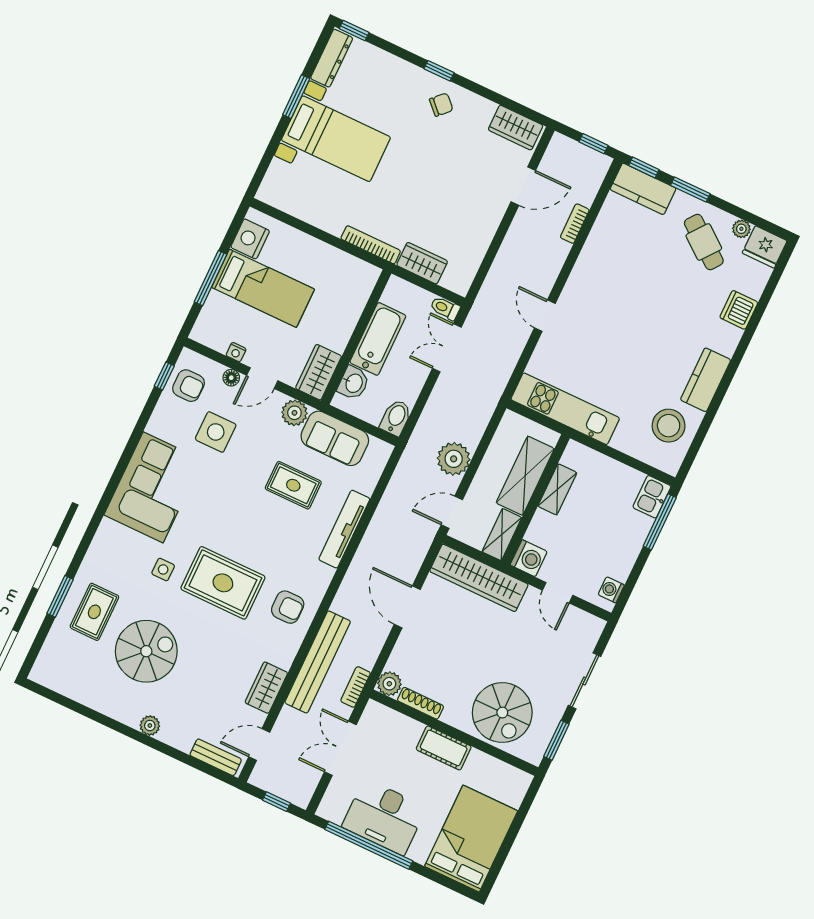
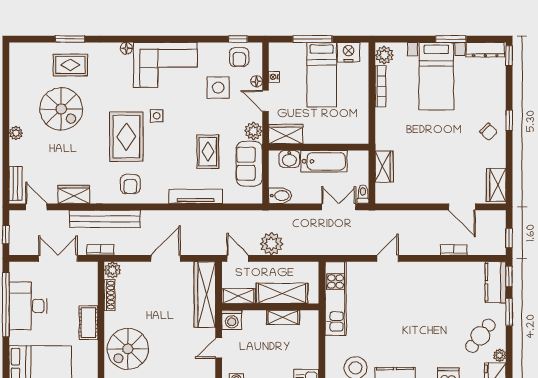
plant: (276, 194) -> (384, 55), added
bookcase: (371, 245) -> (380, 86), moved
floor lamp: (107, 528) -> (126, 48), added
side table: (163, 569) -> (157, 116), moved

